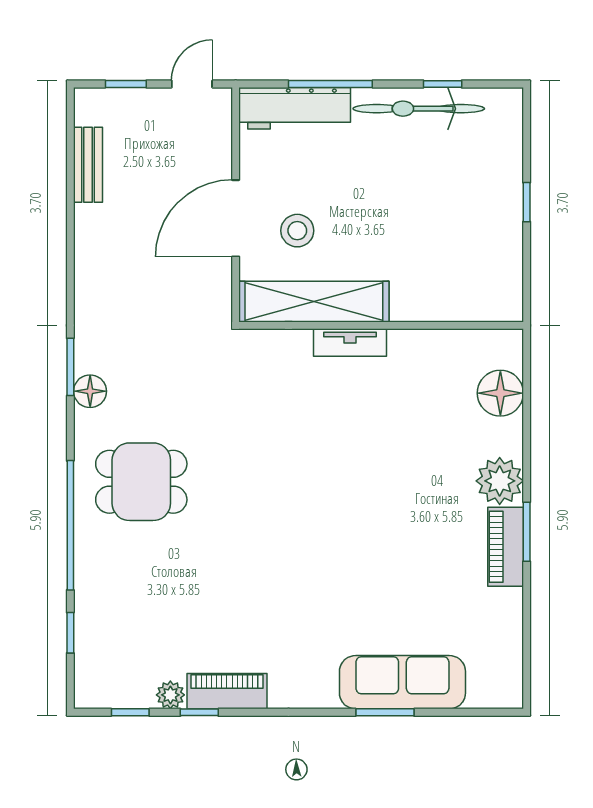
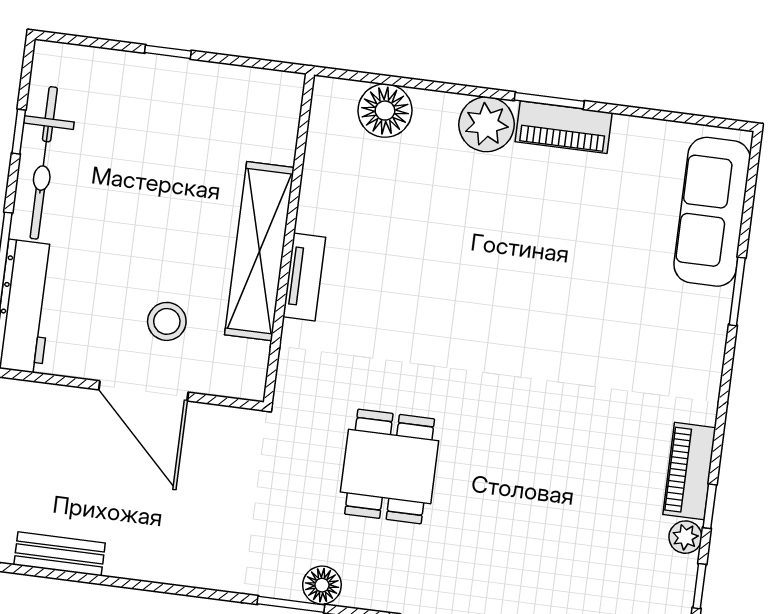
shelving: (314, 302) -> (259, 251), moved
dining table: (141, 482) -> (390, 466), moved
sofa: (402, 682) -> (712, 212), moved

